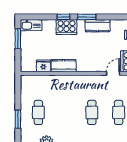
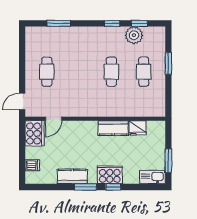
cafe table: (92, 112) -> (111, 72), moved

